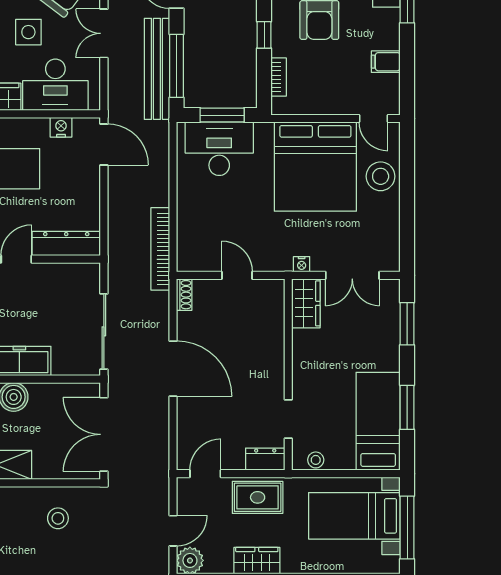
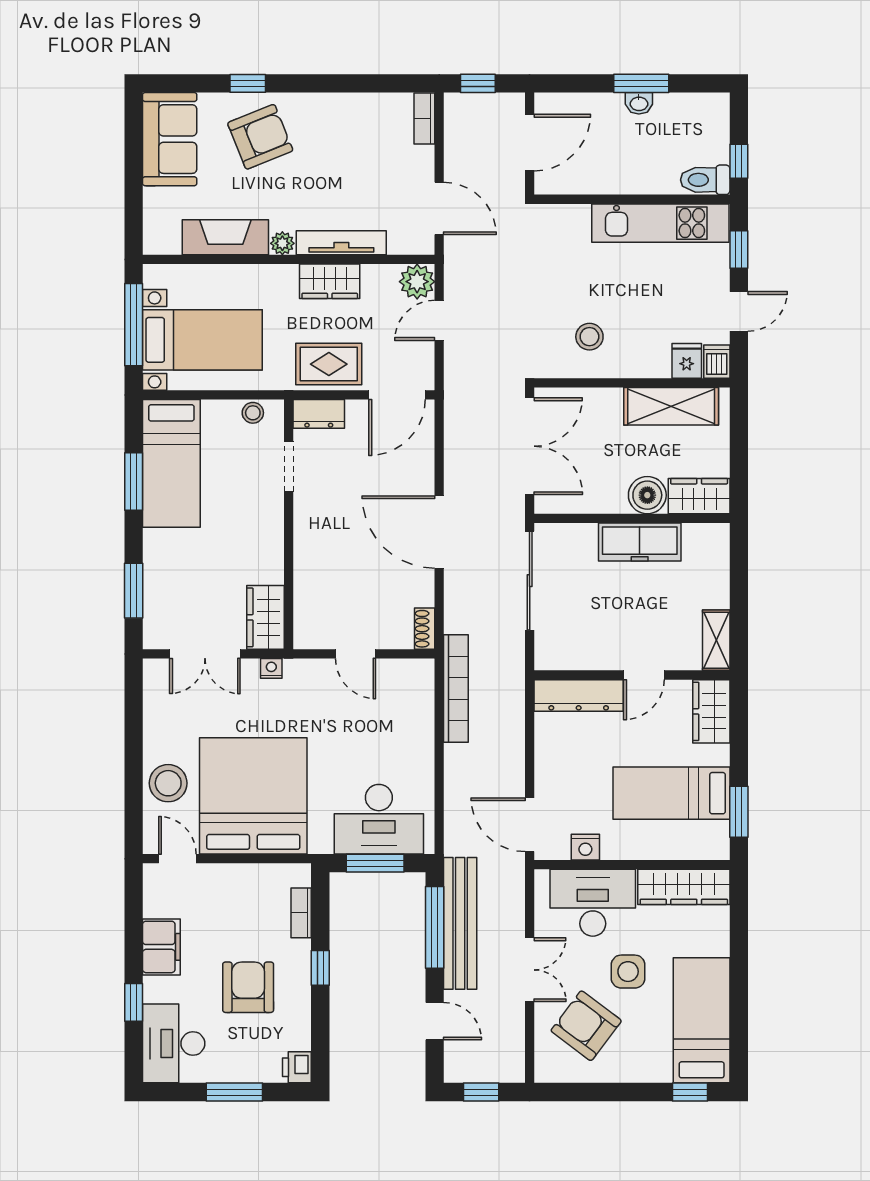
filing cabinet: (386, 62) -> (161, 947), width x2.00
double door: (352, 275) -> (205, 654), swing flipped
door: (205, 474) -> (397, 395), width x1.37

